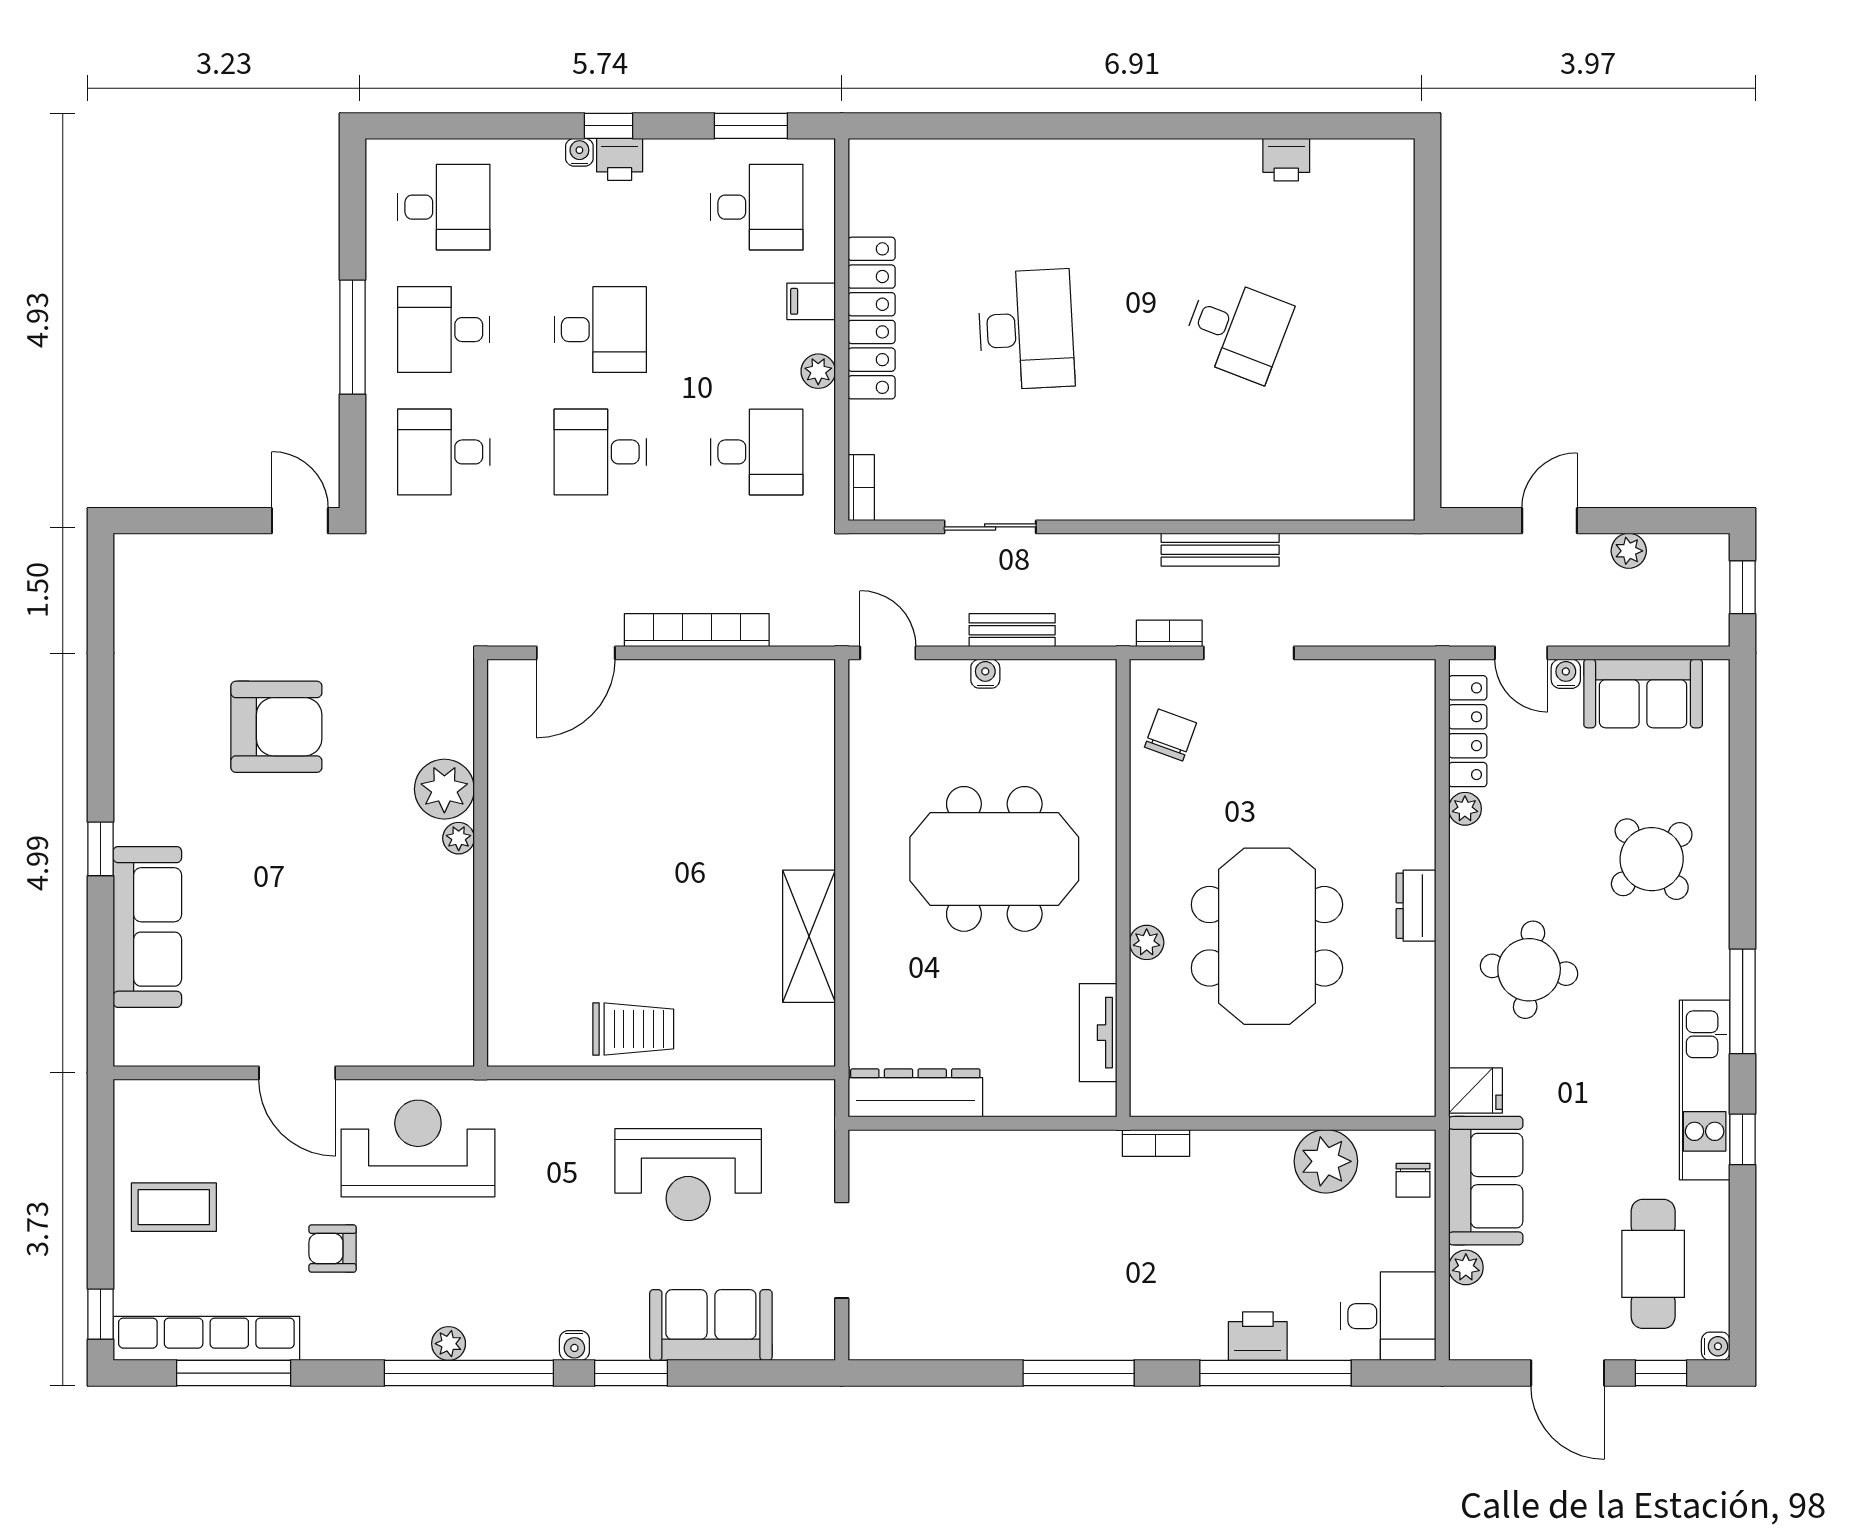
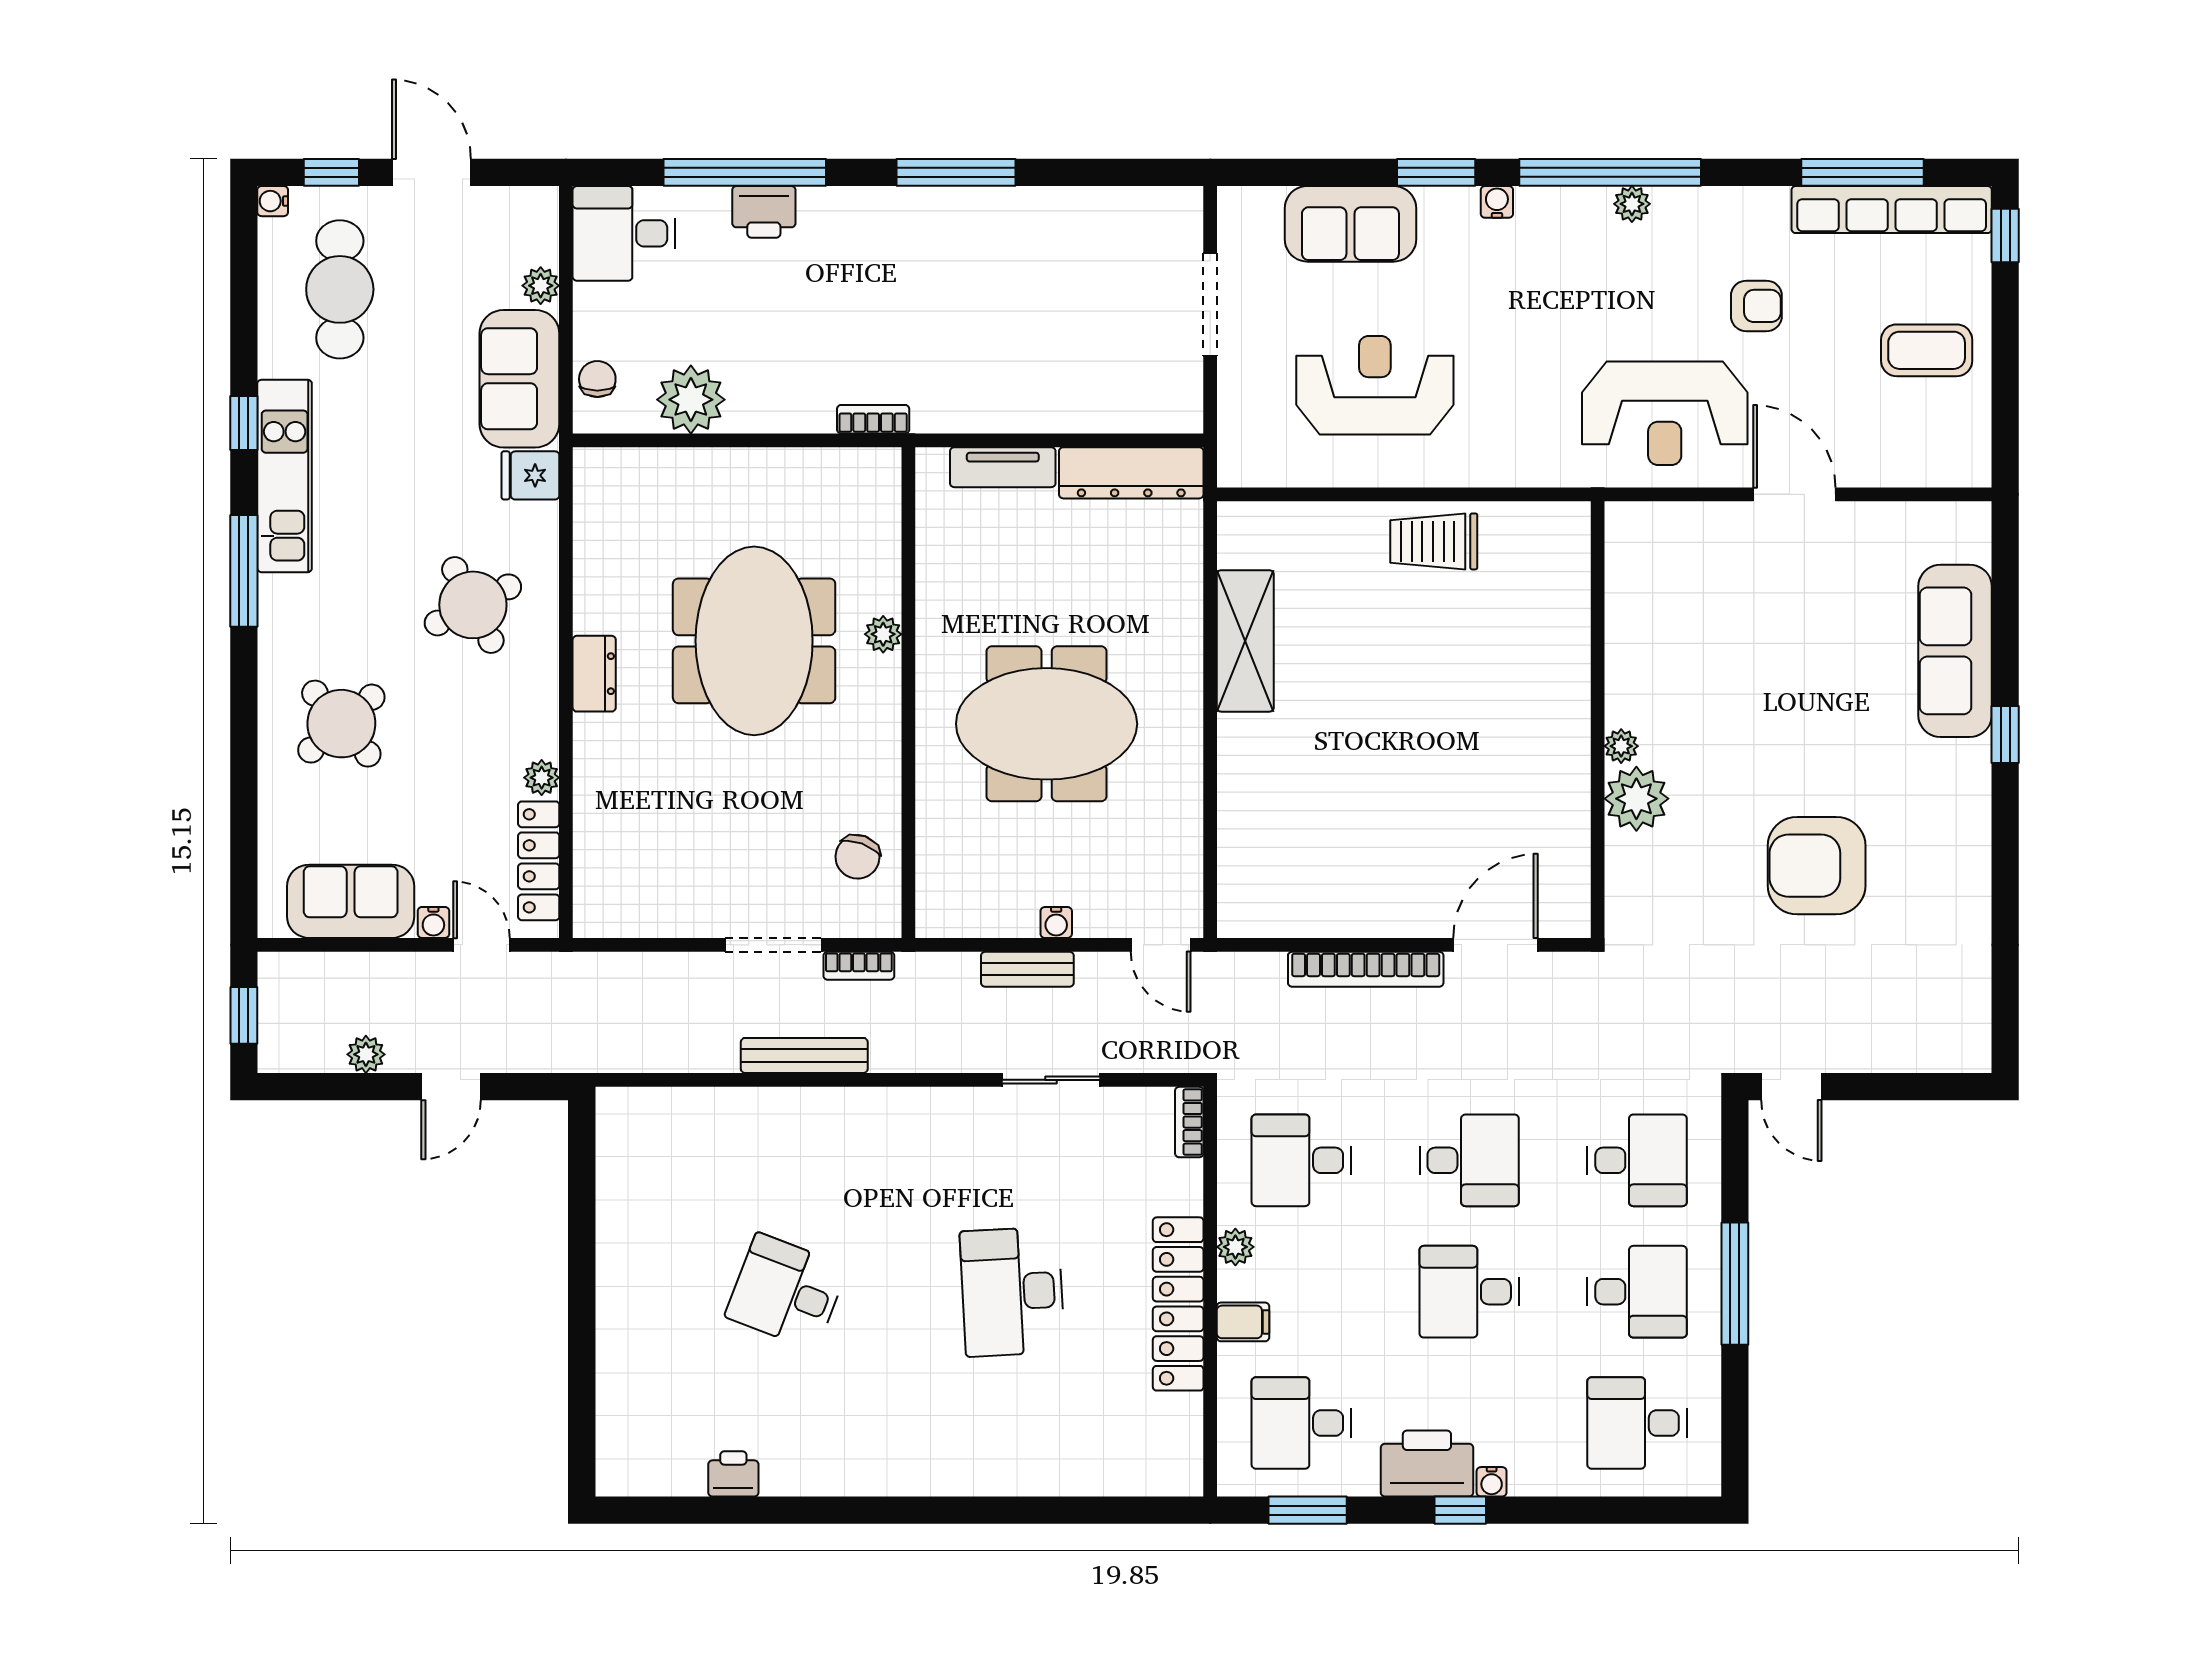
printer: (620, 159) -> (1427, 1463), width x1.87, depth x1.48
round table: (1529, 970) -> (473, 605), turned -33
tv unit: (1098, 1033) -> (1003, 467), moved, turned 90

